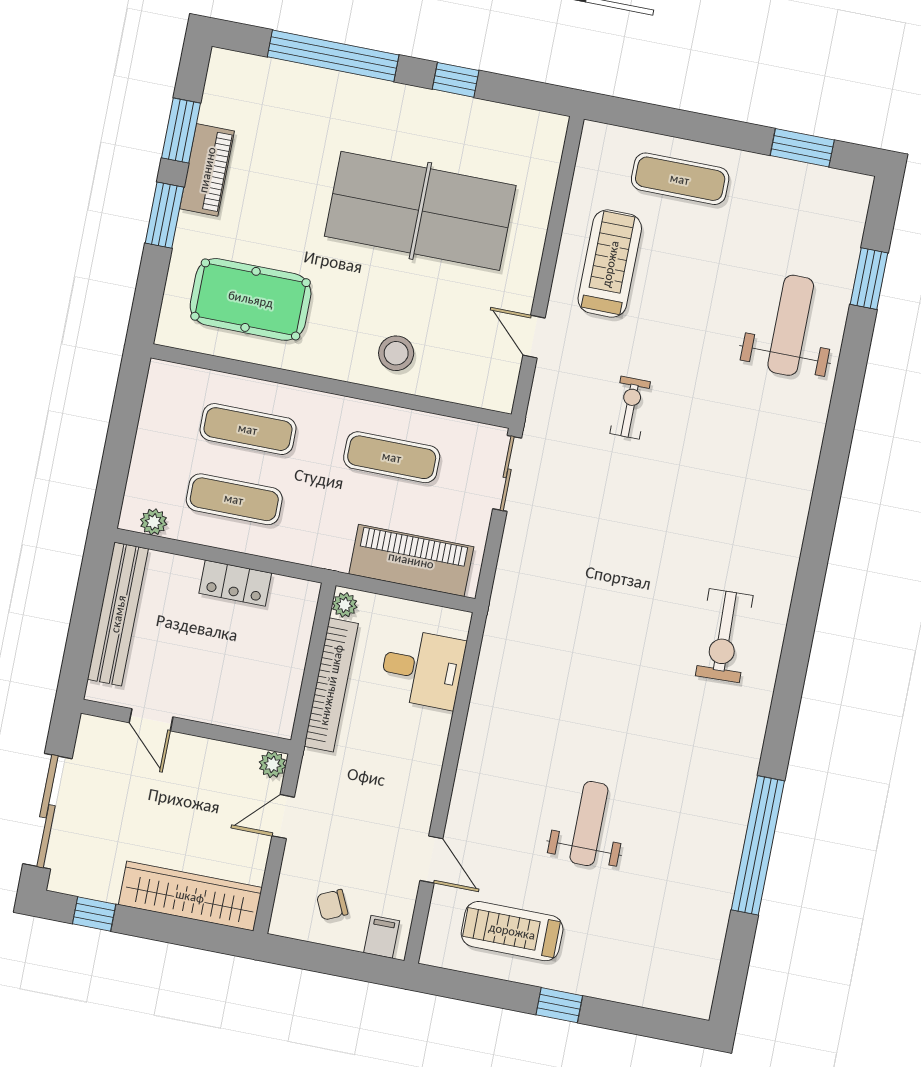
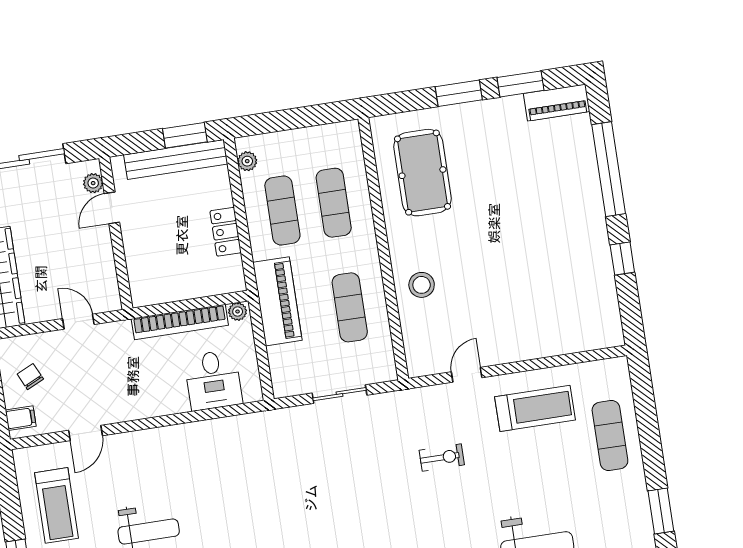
piano: (207, 170) -> (557, 103), moved
table tennis table: (420, 211) -> (524, 266), removed
sliding door: (507, 473) -> (339, 394), moved
piano: (411, 560) -> (277, 301), moved
window: (91, 591) -> (185, 135), added
plant: (273, 764) -> (93, 183), moved
treadmill: (512, 931) -> (57, 505), turned 180

